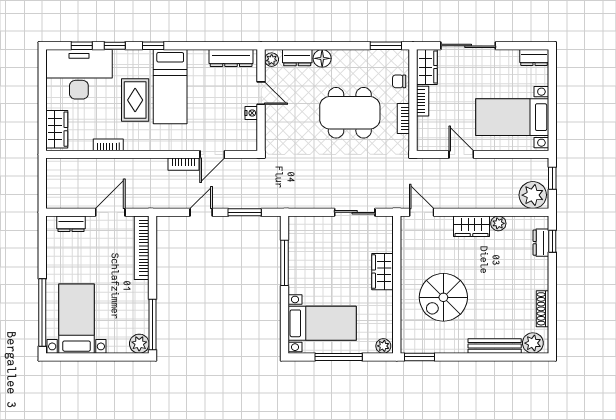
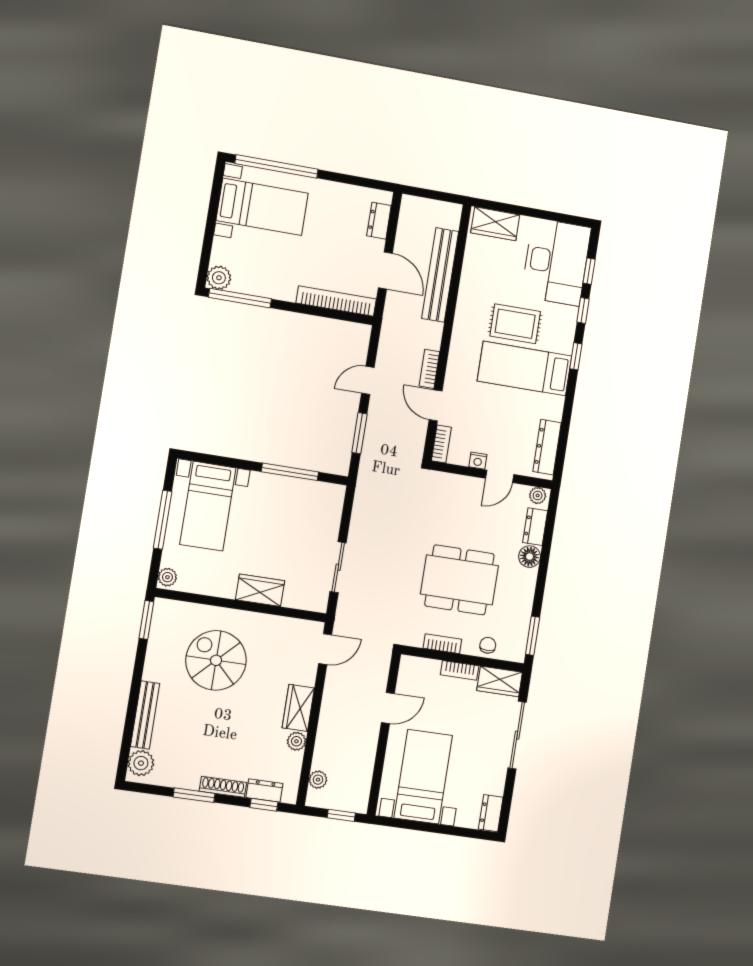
dining table: (350, 113) -> (459, 580), turned 90
bookcase: (108, 145) -> (441, 444), moved
bench: (106, 167) -> (440, 275), added
plant: (533, 195) -> (318, 780), width x0.53, depth x0.53
door: (201, 212) -> (368, 380), swing flipped
window: (552, 298) -> (194, 795), added
shoe rack: (543, 309) -> (223, 787), moved

